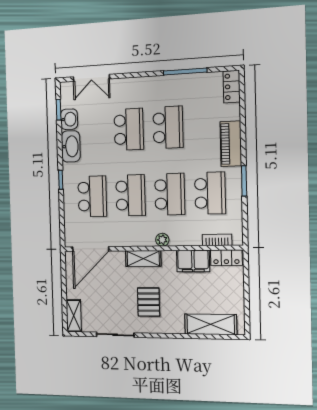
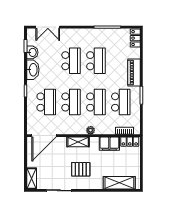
pallet: (149, 302) -> (81, 169), turned 90

